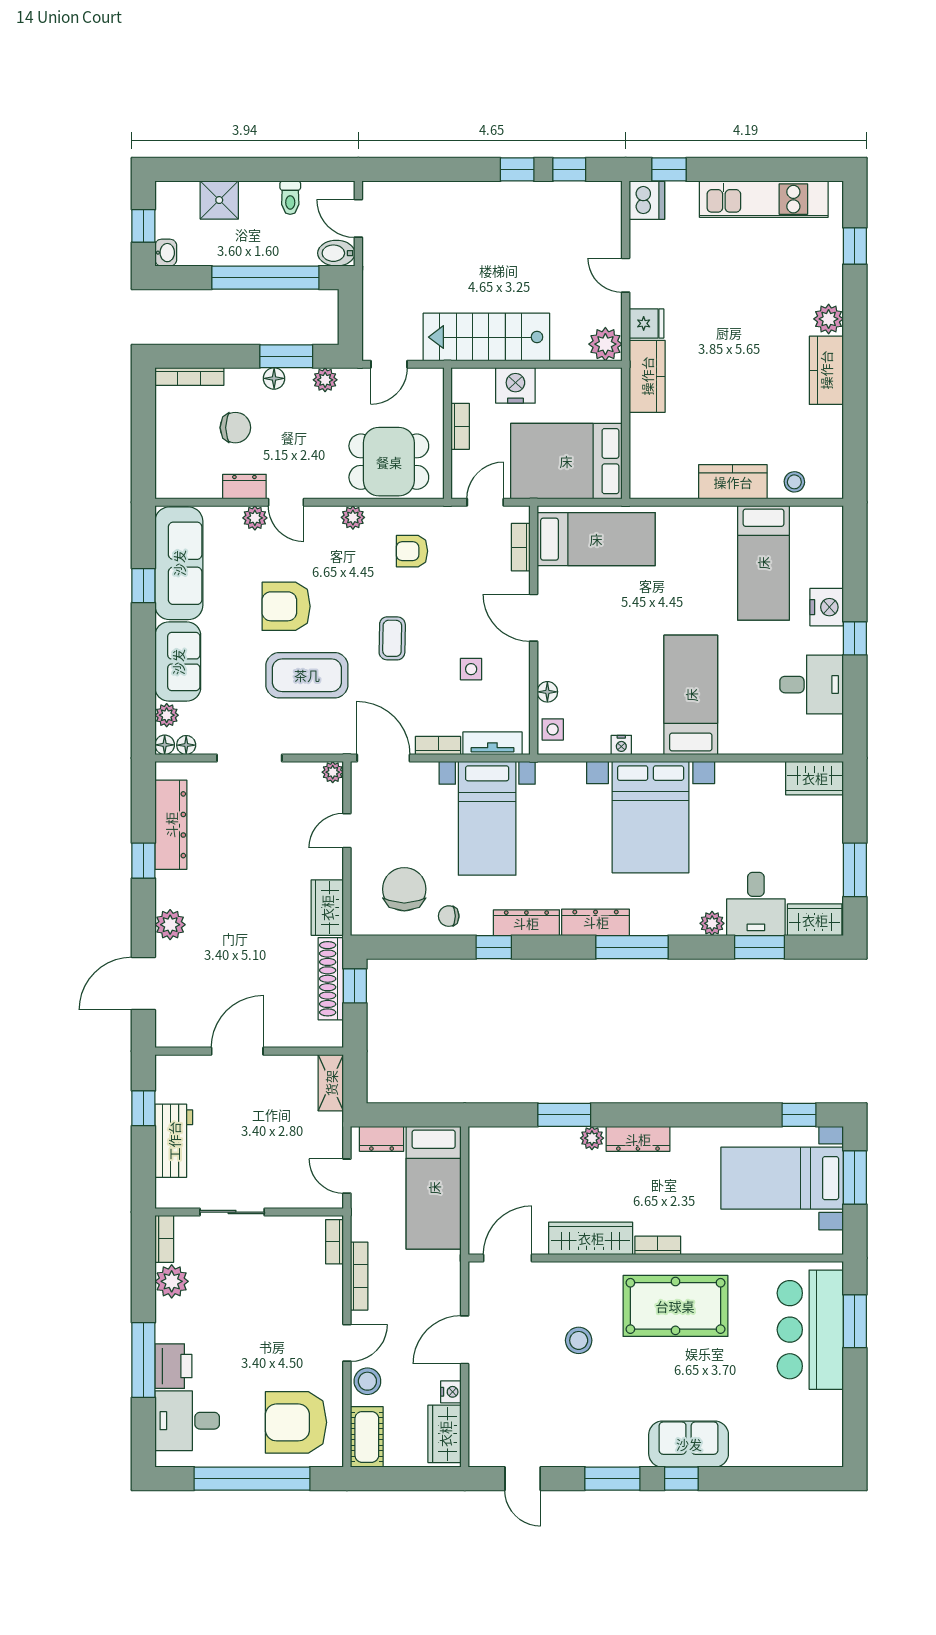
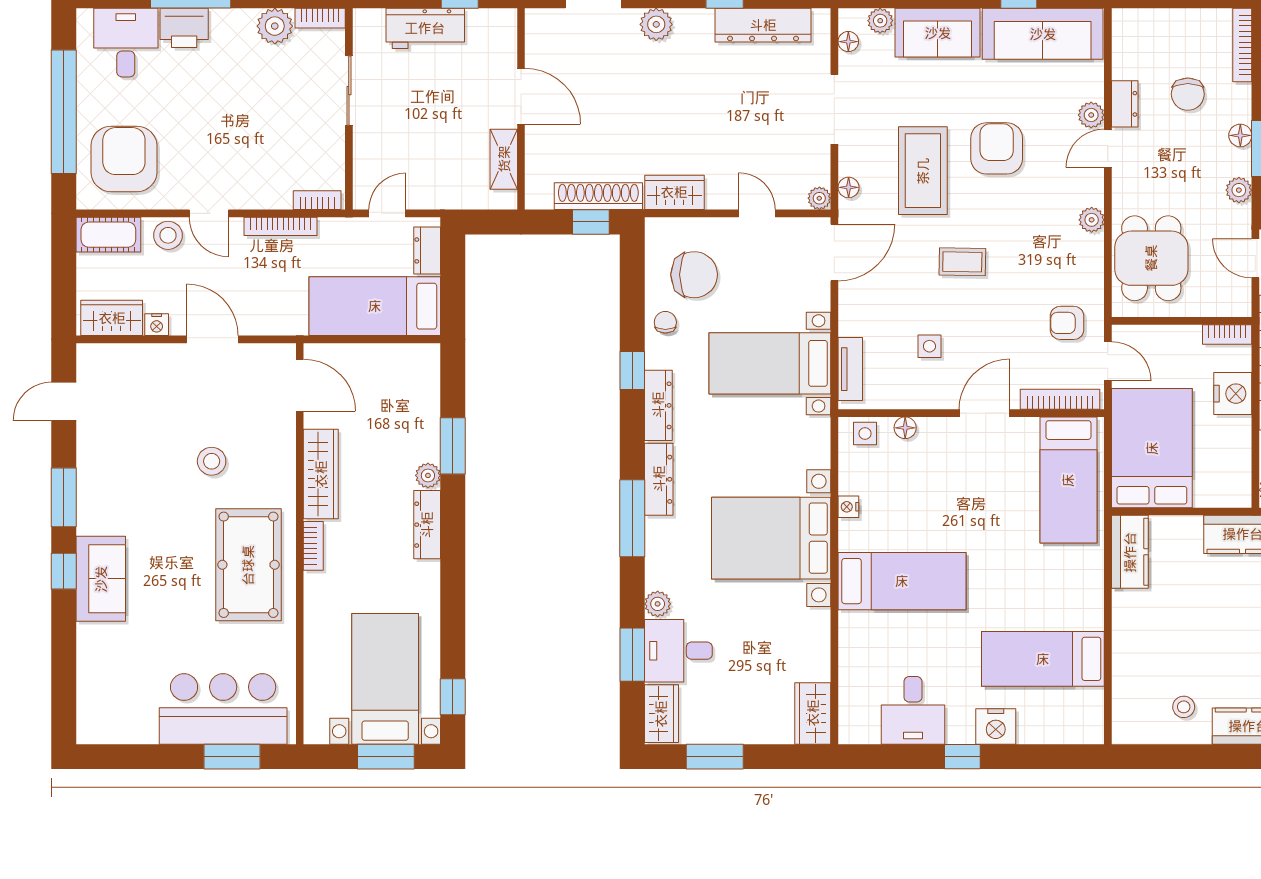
bookcase: (460, 426) -> (1227, 334), moved
kitchen counter: (733, 482) -> (1130, 552), moved
stool: (794, 482) -> (1184, 707), moved
bookcase: (521, 547) -> (1060, 399), width x1.56
armchair: (412, 551) -> (1067, 323), moved, turned -90
floor lamp: (165, 745) -> (849, 187), moved
bookcase: (438, 746) -> (848, 311), removed
shelving: (331, 1083) -> (504, 159), moved, turned 90

